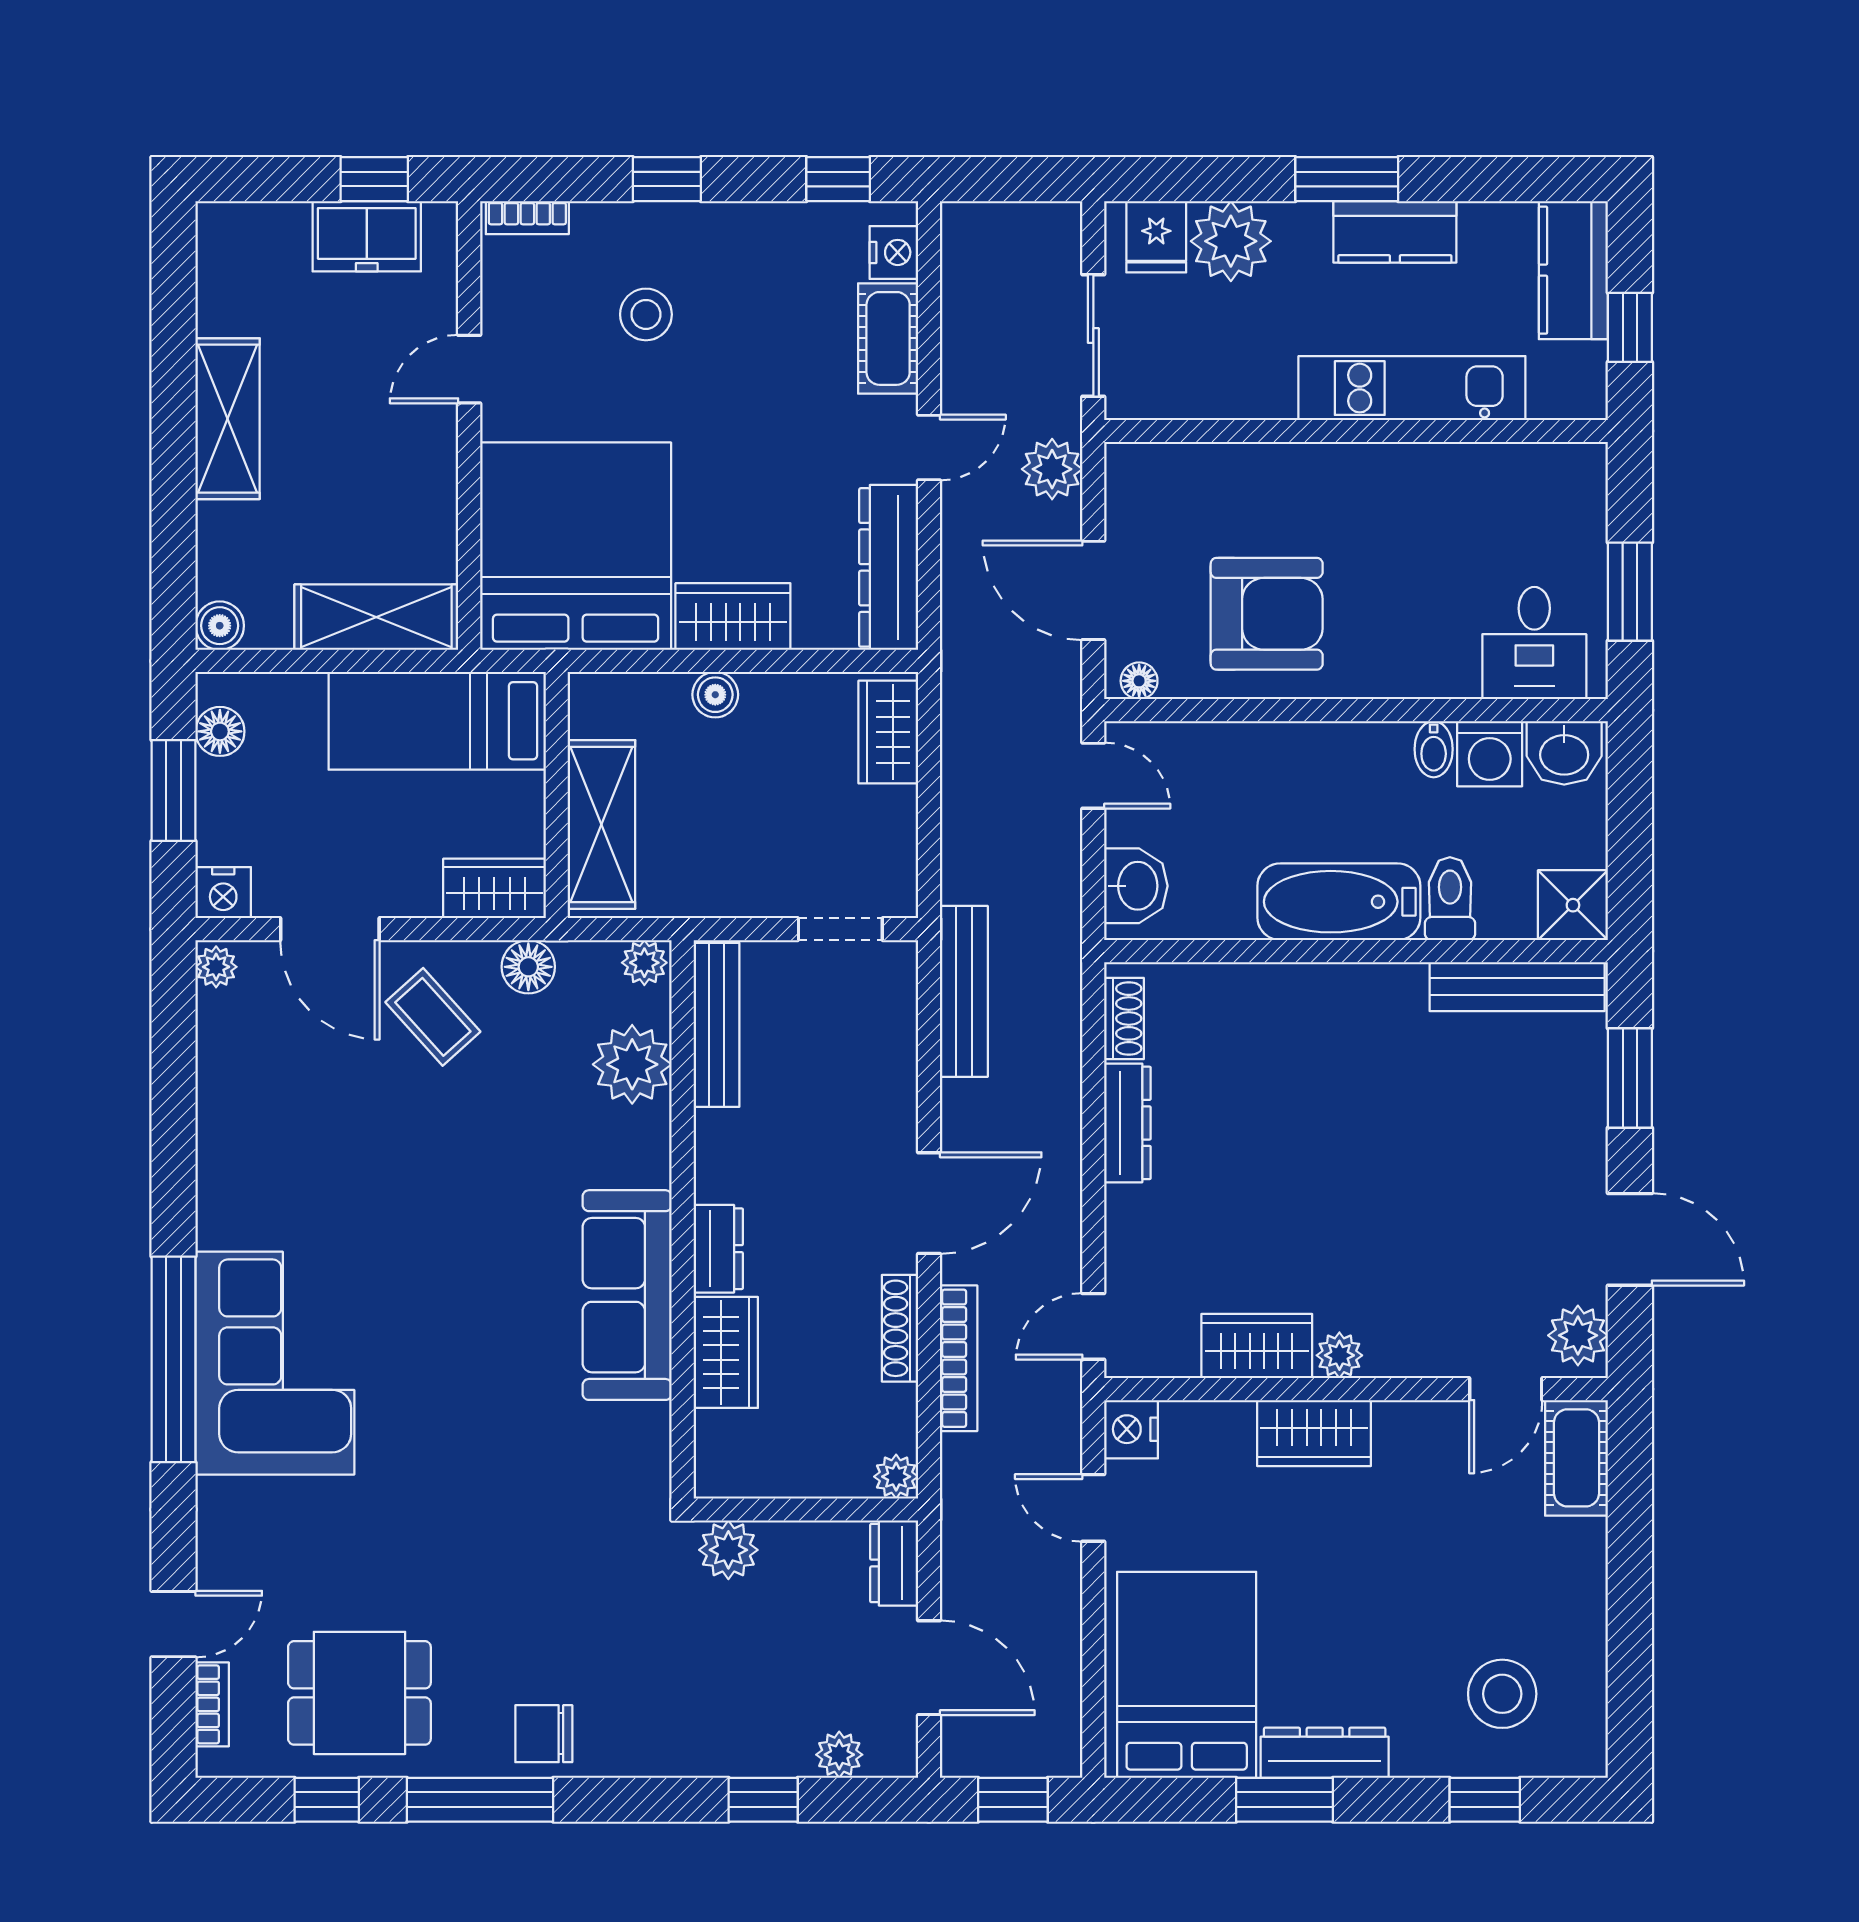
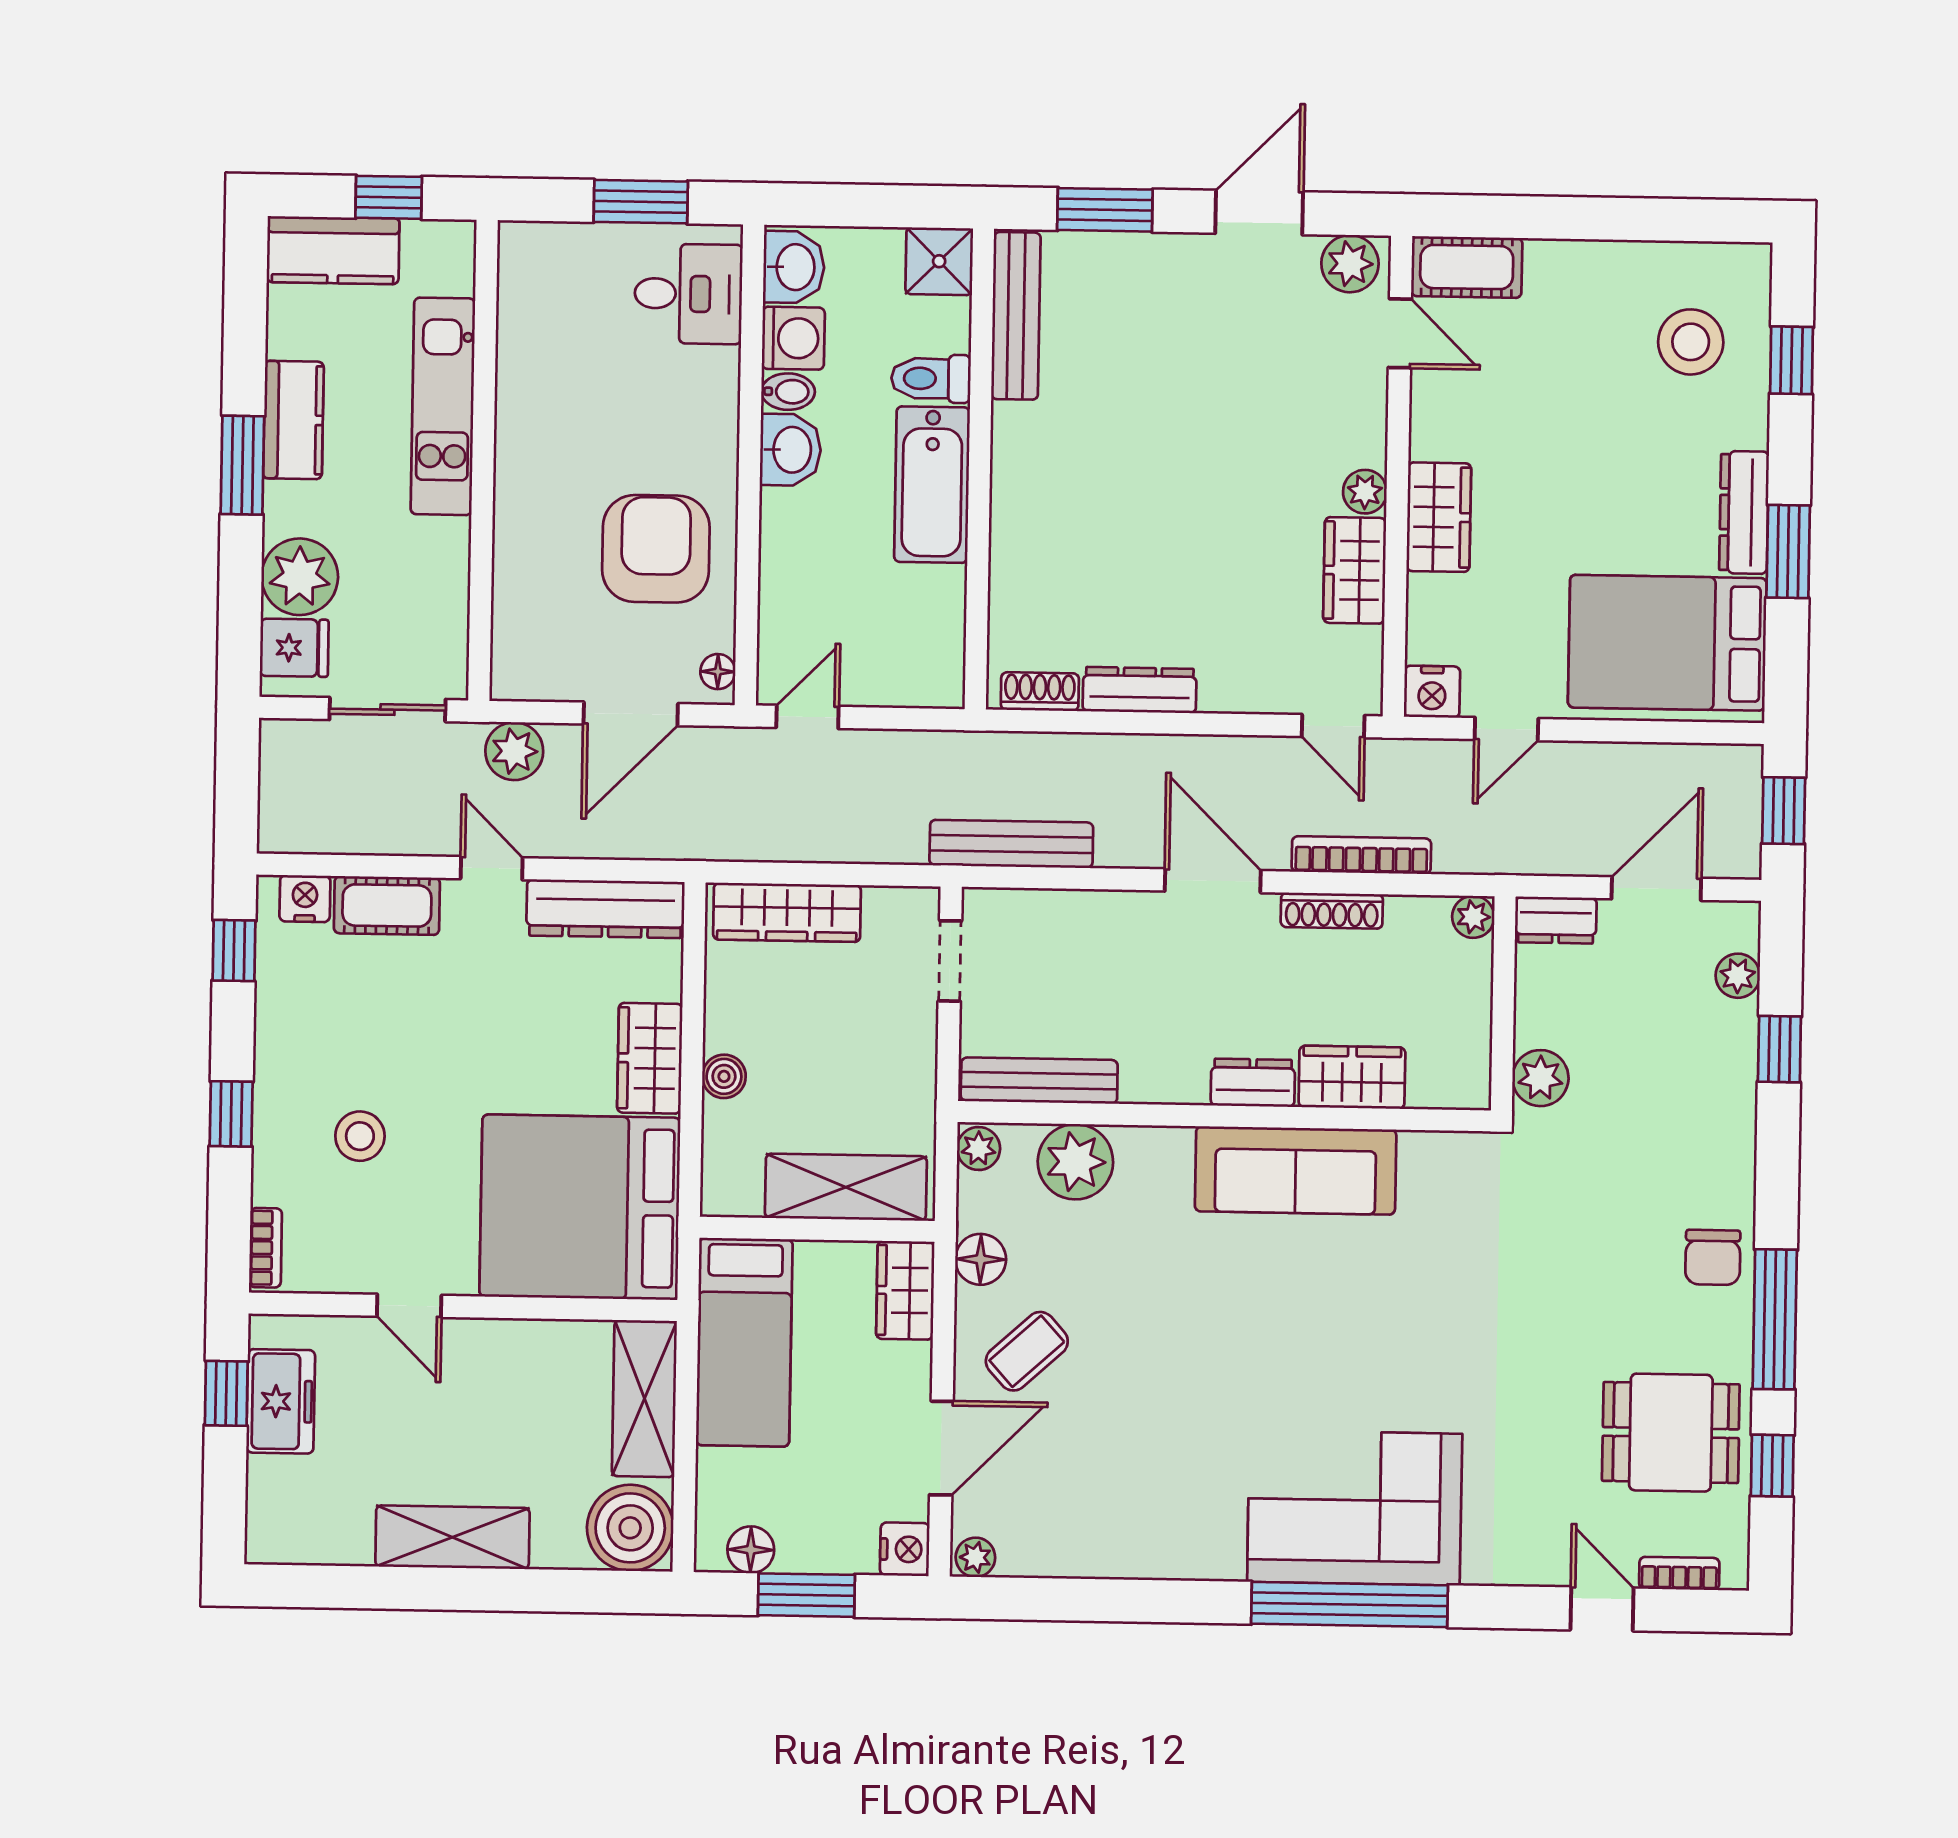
boiler: (220, 626) -> (630, 1528), width x1.86, depth x1.86
wardrobe: (888, 732) -> (787, 912), width x1.50
washbasin: (1136, 886) -> (790, 450), moved, turned 90
dining table: (359, 1693) -> (1671, 1433), turned 90

